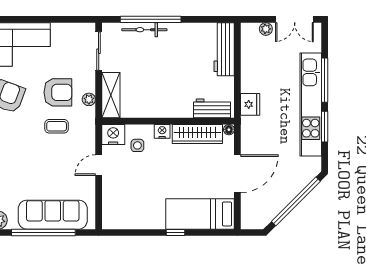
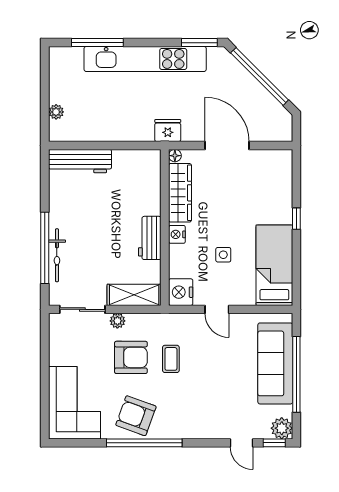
double door: (295, 19) -> (45, 78), removed
window: (325, 80) -> (97, 43), moved
armchair: (58, 92) -> (131, 357), turned 90
plant: (89, 99) -> (117, 321), moved
fridge: (250, 104) -> (168, 131), moved
workbench: (212, 108) -> (150, 238), moved
window: (325, 127) -> (199, 43), moved
side table: (137, 145) -> (223, 255), moved
bed: (200, 214) -> (274, 265), moved, turned 180

